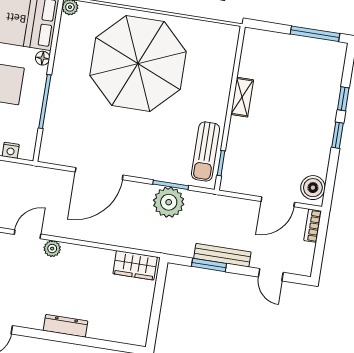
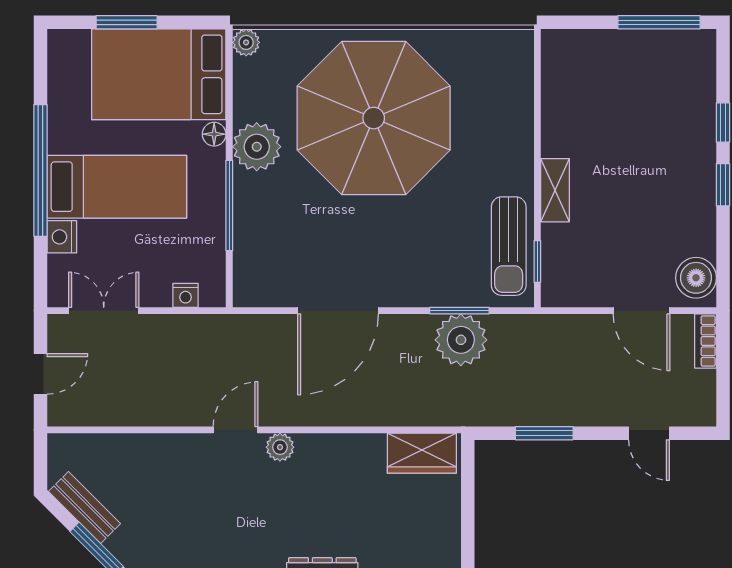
plant: (66, 69) -> (257, 147), added
shelving: (242, 97) -> (555, 190), moved
door: (278, 202) -> (642, 311), hinge flipped
bench: (222, 255) -> (564, 413), removed

